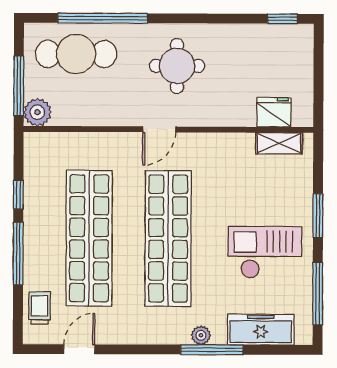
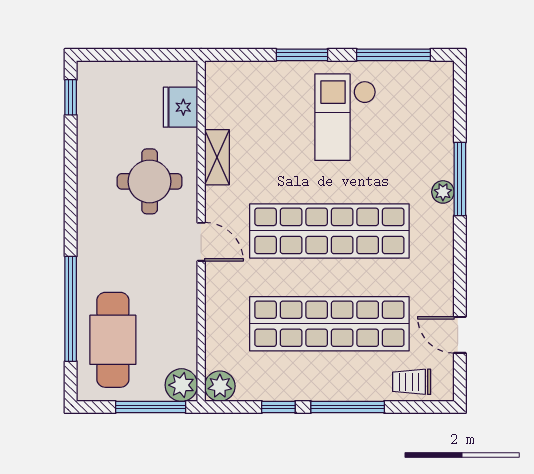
round table: (177, 66) -> (150, 181), moved
shelving: (279, 143) -> (217, 157), moved
plant: (36, 145) -> (220, 386), added
freezer: (261, 330) -> (436, 122), removed

